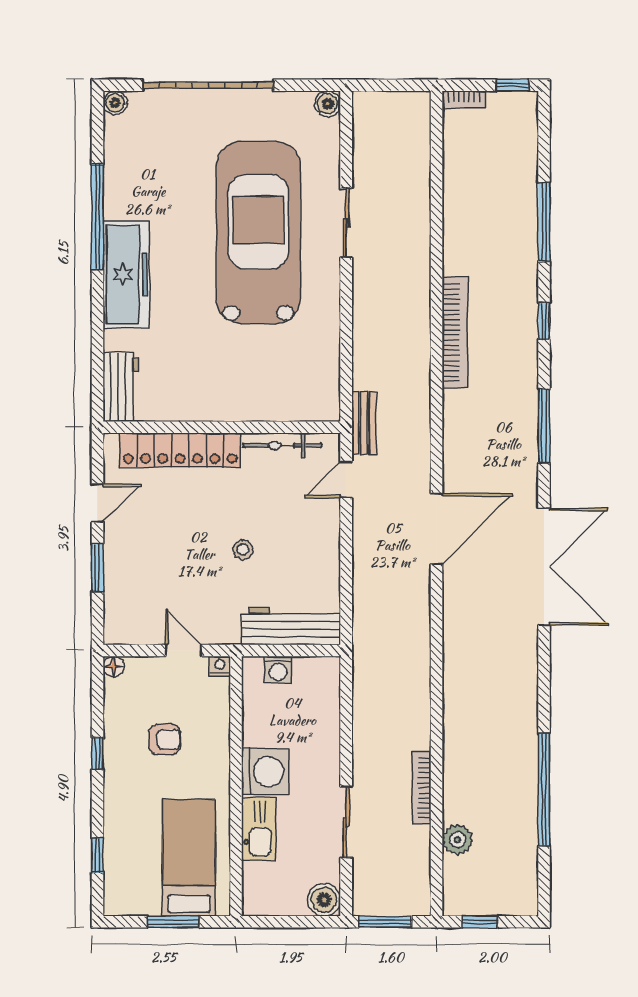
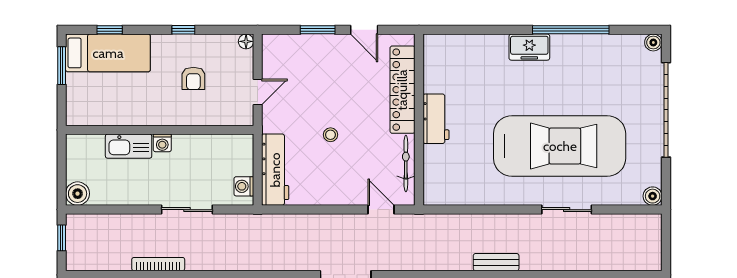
freezer: (126, 274) -> (529, 47), width x0.52, depth x0.79
workbench: (121, 387) -> (436, 119), moved, turned -90
bench: (364, 423) -> (496, 262), moved
nightstand: (220, 666) -> (246, 118), removed
washing machine: (278, 670) -> (244, 186), moved
washing machine: (265, 771) -> (162, 143), width x0.53, depth x0.53
sliding door: (346, 822) -> (187, 210), moved
bed: (189, 858) -> (108, 53), moved
window: (173, 922) -> (62, 66), moved
window: (385, 922) -> (62, 238), width x0.67

